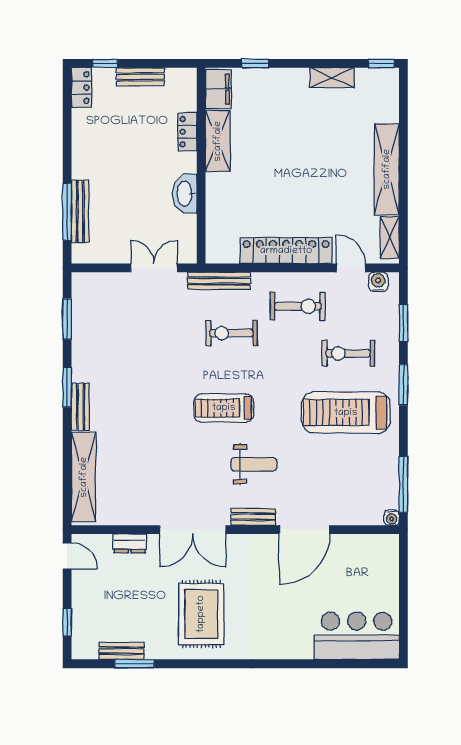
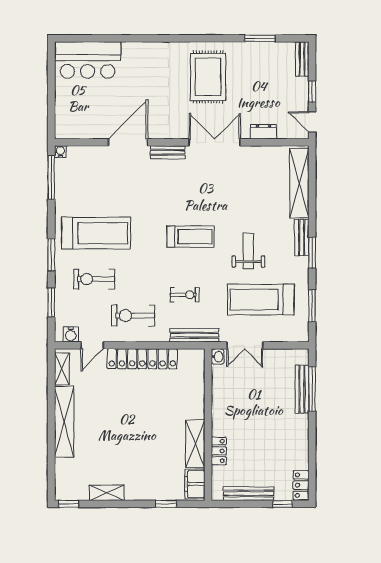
bench: (140, 77) -> (249, 494), width x1.36
washbasin: (185, 194) -> (218, 357), moved, width x0.52, depth x0.69
door: (351, 268) -> (92, 345), hinge flipped
treadmill: (133, 327) -> (261, 300), added
exercise bike: (231, 333) -> (185, 295), width x0.73, depth x0.72
exercise bike: (348, 353) -> (94, 279), turned 180
weight bench: (254, 464) -> (248, 251), moved, turned 90
window: (67, 622) -> (312, 92), moved
bench: (121, 651) -> (302, 59), moved, turned 90

